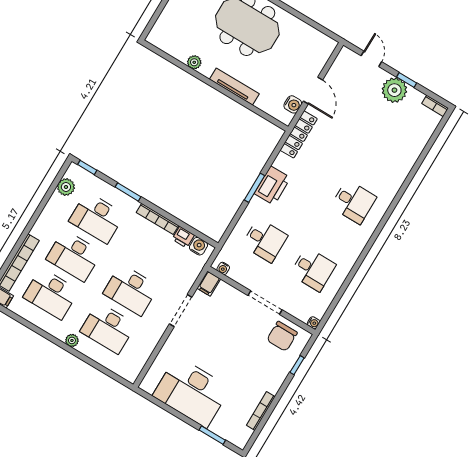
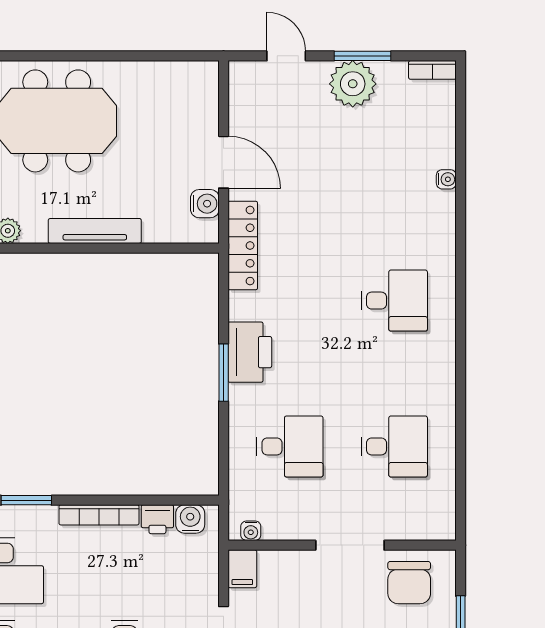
window: (407, 80) -> (362, 56), width x1.50
water cooler: (314, 323) -> (446, 179), moved

